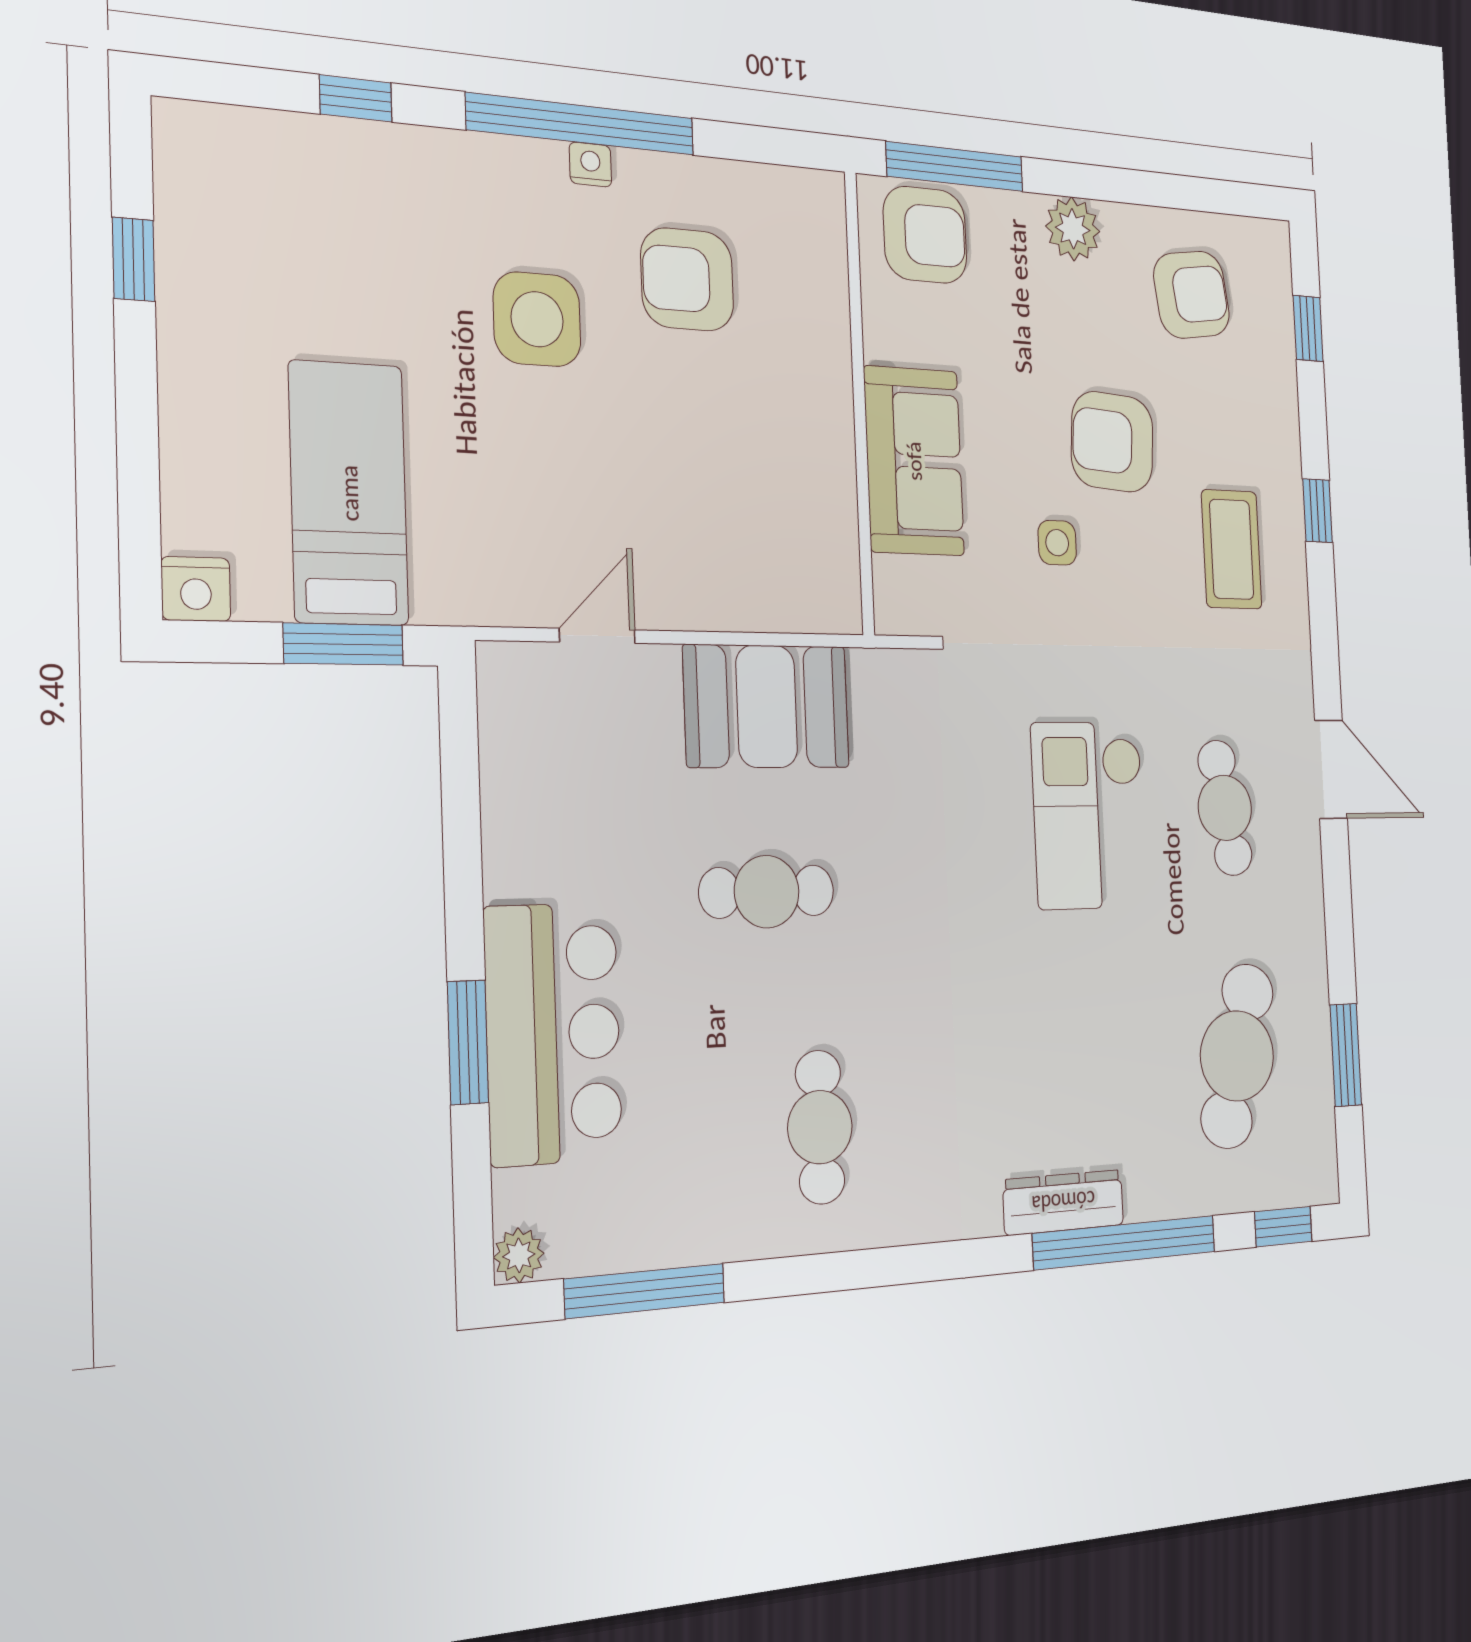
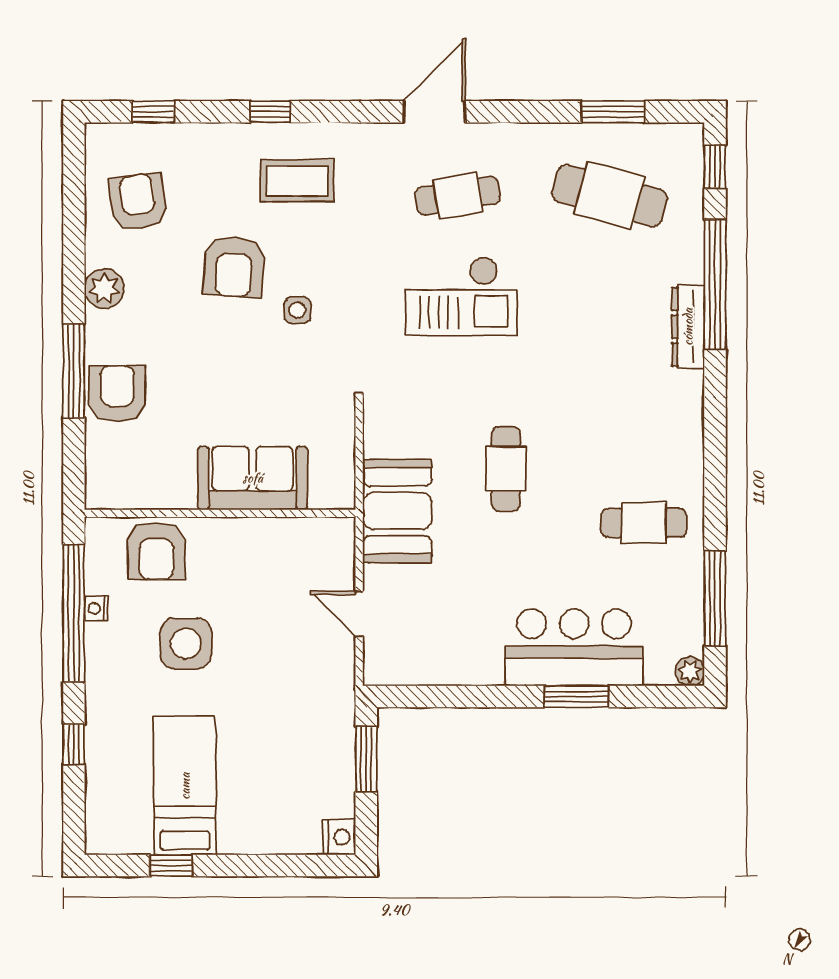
wall: (859, 402) -> (220, 513), moved
sofa: (914, 461) -> (253, 478), moved
bed: (349, 493) -> (185, 786), moved, turned 90
cafe table: (767, 892) -> (506, 469), moved
cafe table: (820, 1127) -> (644, 523), moved

